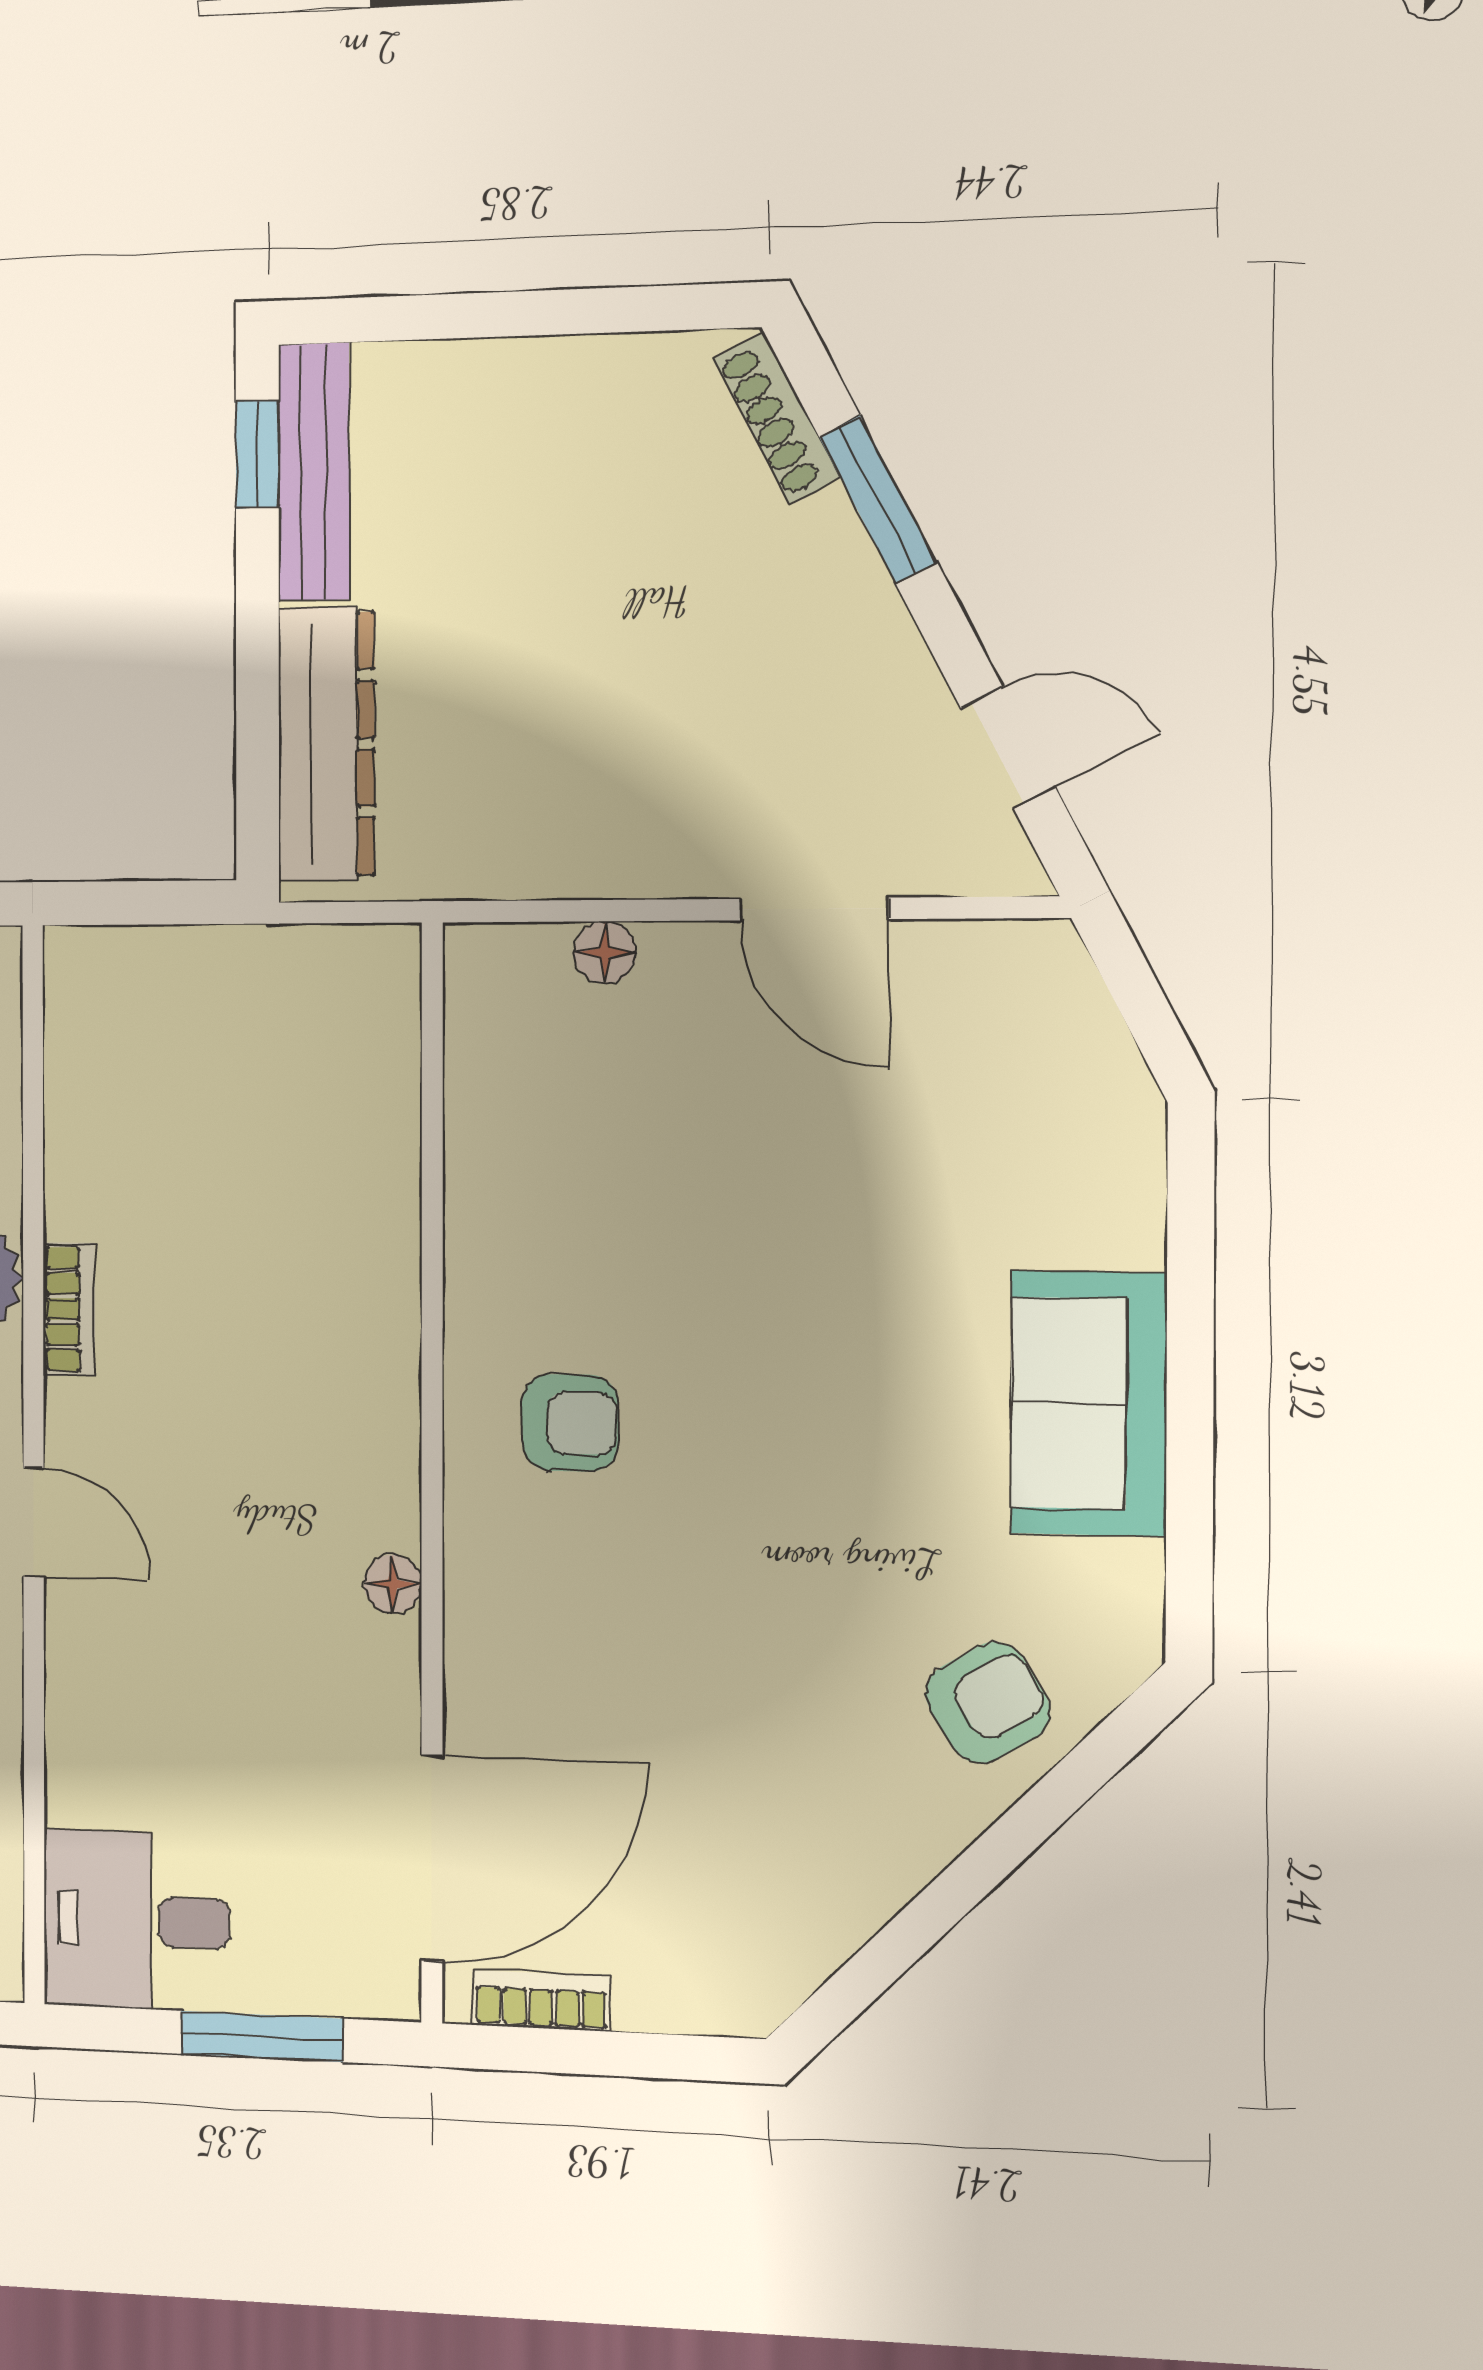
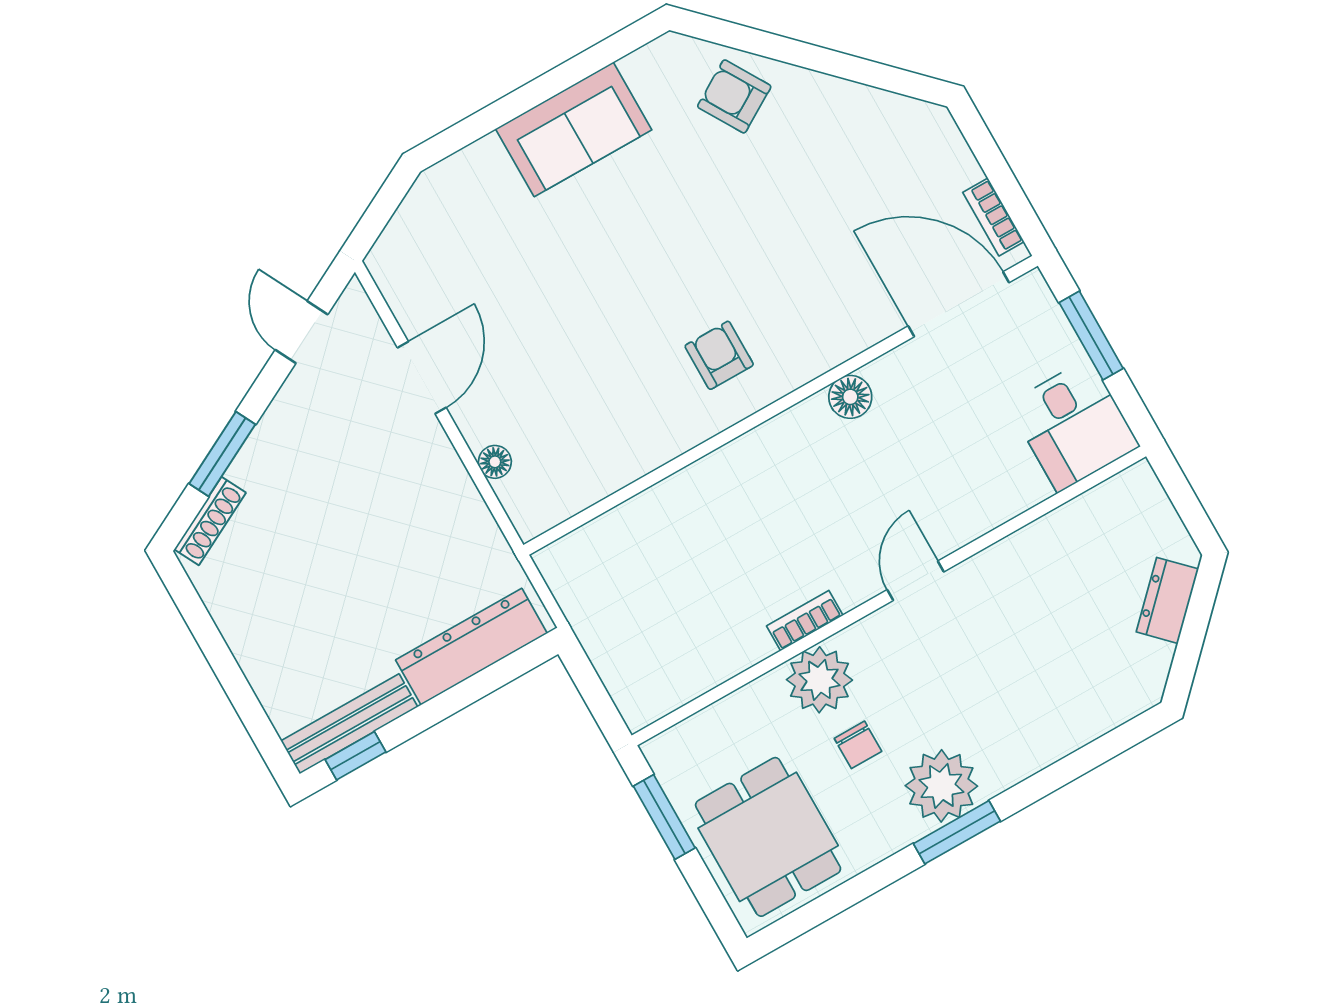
floor lamp: (393, 1584) -> (850, 397), width x1.37, depth x1.37

